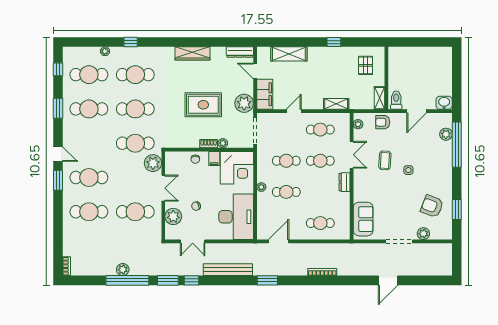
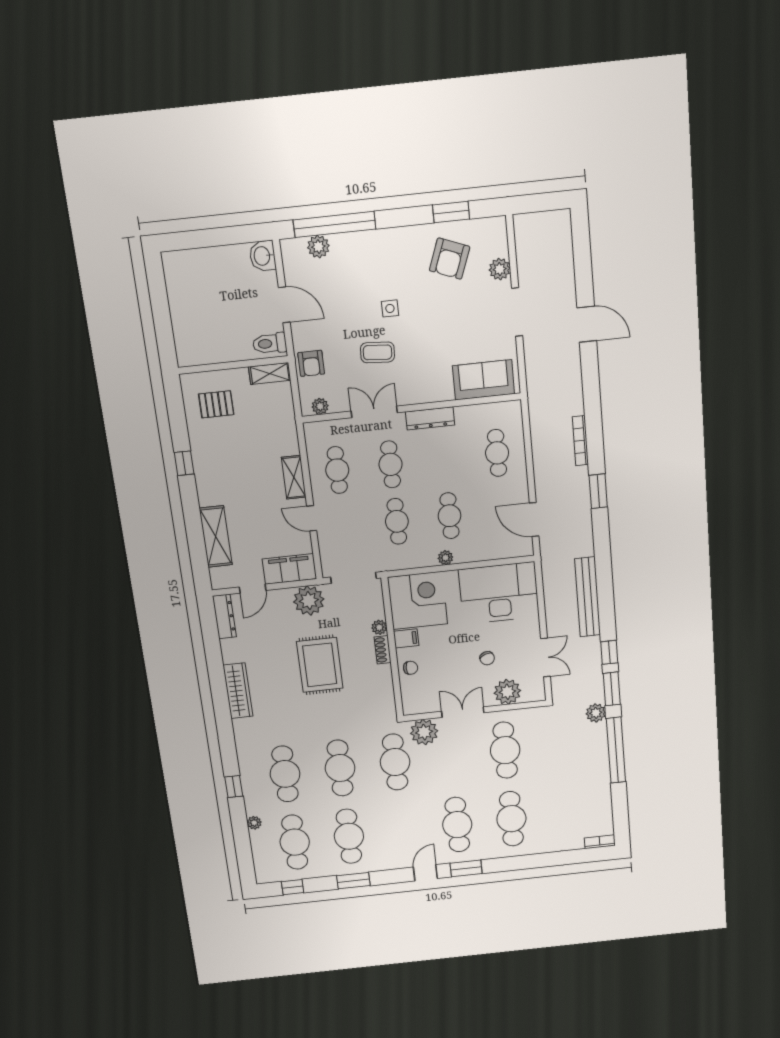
shelving: (336, 104) -> (294, 477), moved
dresser: (344, 182) -> (430, 418), width x1.44
plant: (123, 270) -> (596, 713), moved
window: (267, 280) -> (598, 491), moved

